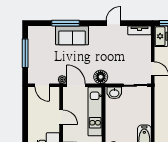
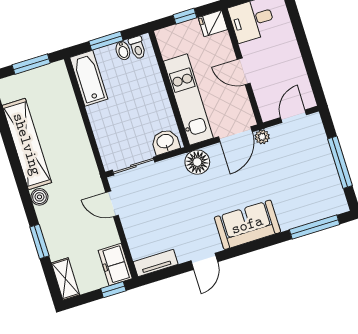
window: (65, 23) -> (315, 227), moved
sofa: (72, 35) -> (247, 225), moved
door: (42, 85) -> (294, 116), hinge flipped
door: (76, 85) -> (235, 134), hinge flipped

